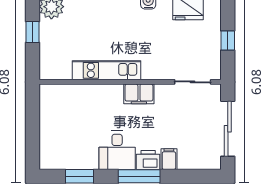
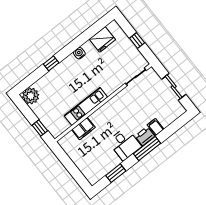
window: (32, 32) -> (40, 128), moved
filing cabinet: (139, 94) -> (83, 129), moved
sliding door: (228, 129) -> (174, 87), width x0.73

